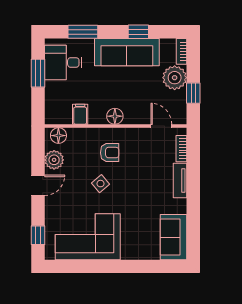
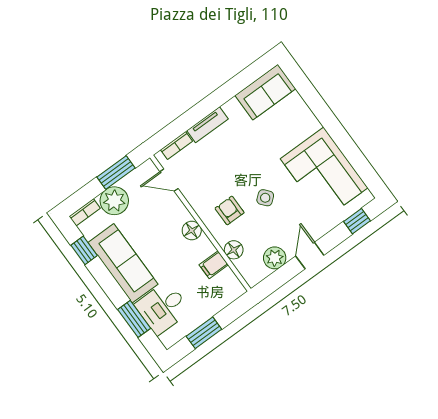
window: (138, 32) -> (84, 250), moved
desk: (63, 62) -> (163, 308), moved, turned 90
window: (193, 93) -> (116, 172), width x1.50
door: (161, 126) -> (169, 180), hinge flipped
floor lamp: (58, 136) -> (234, 250), moved
door: (38, 185) -> (310, 256), hinge flipped

